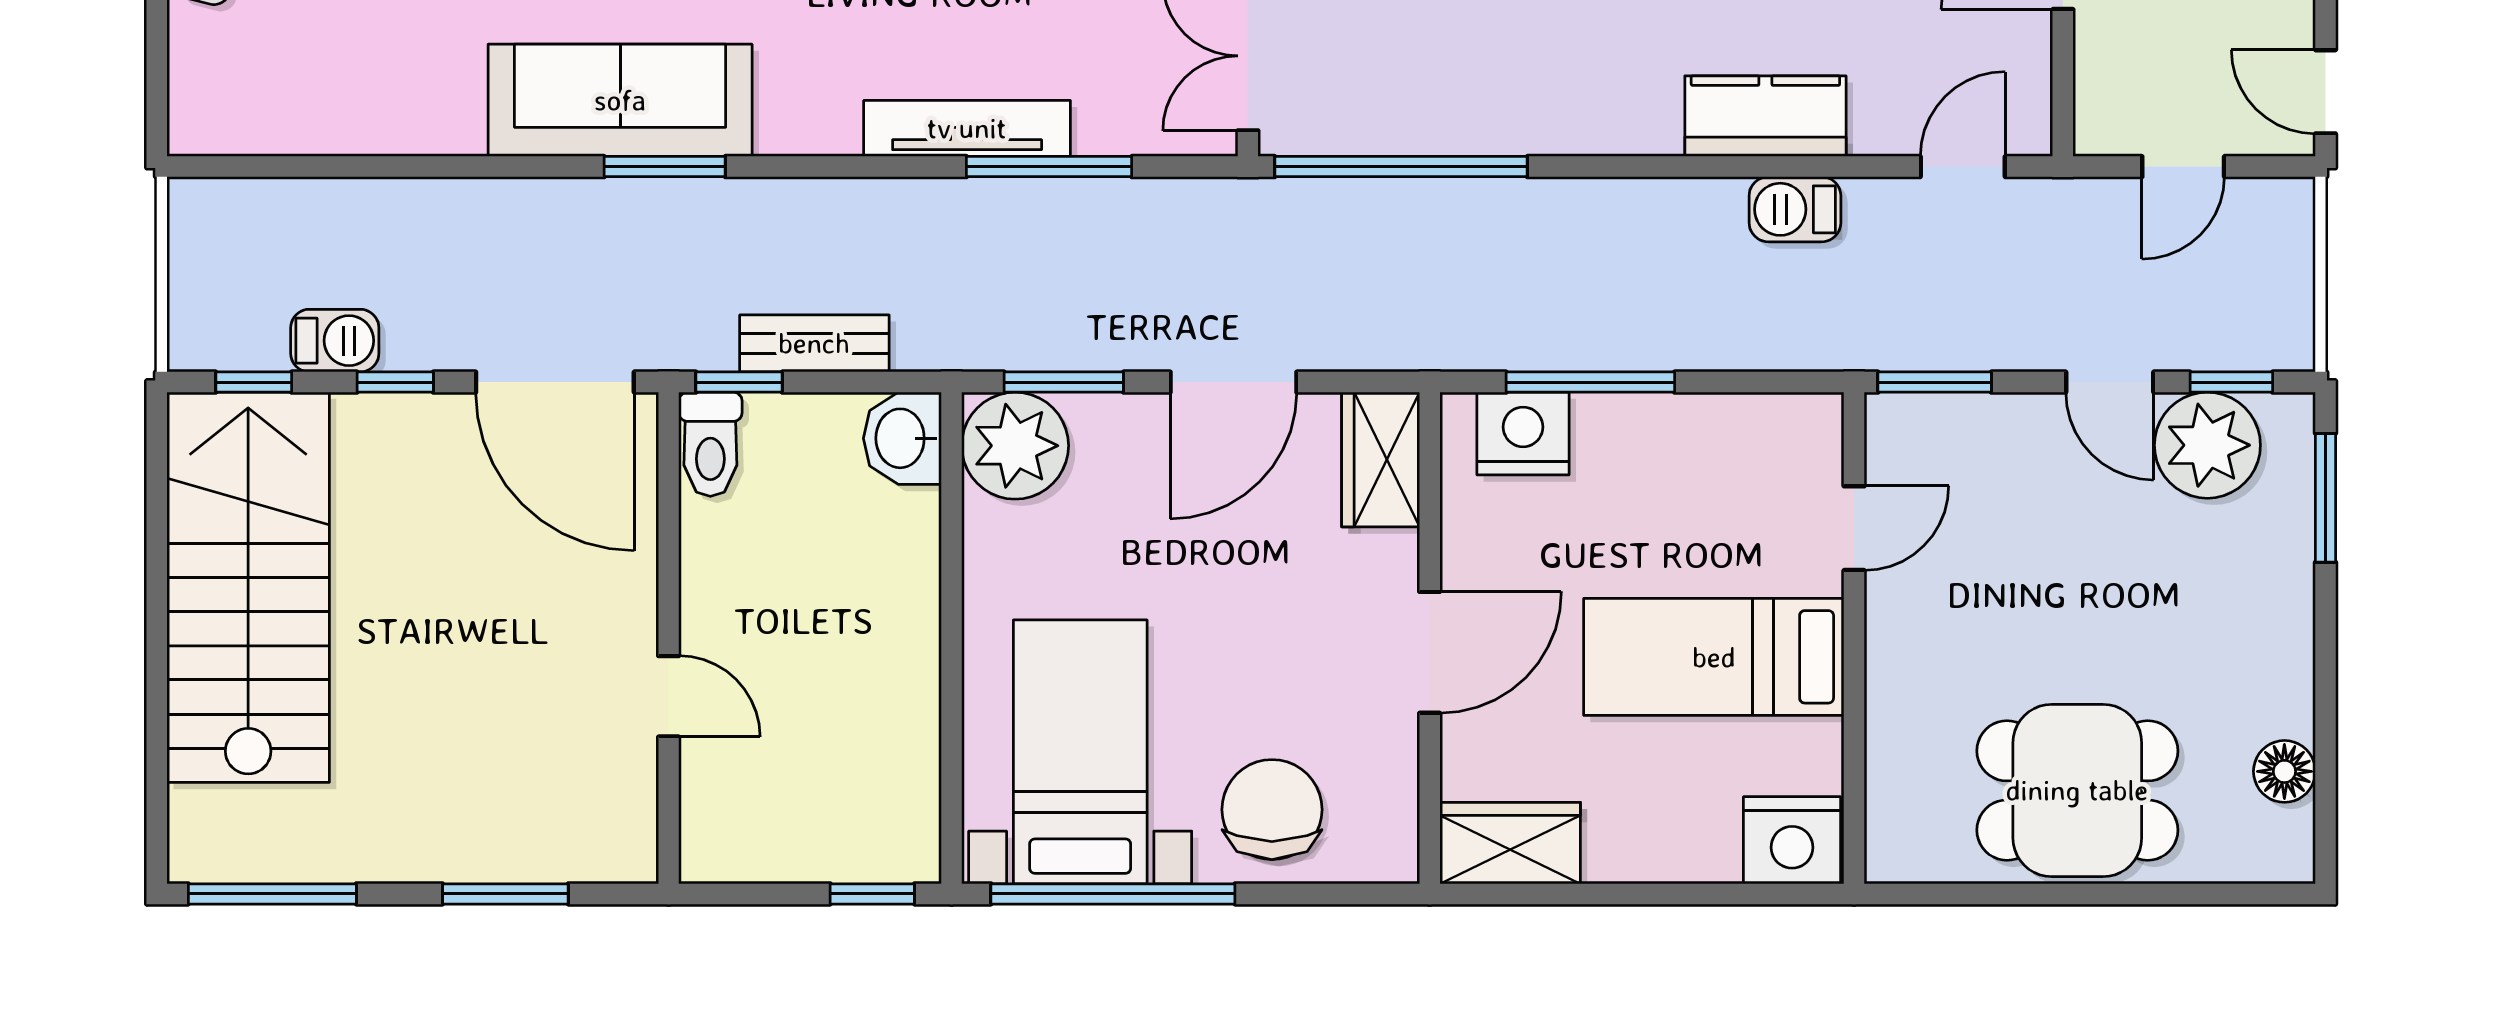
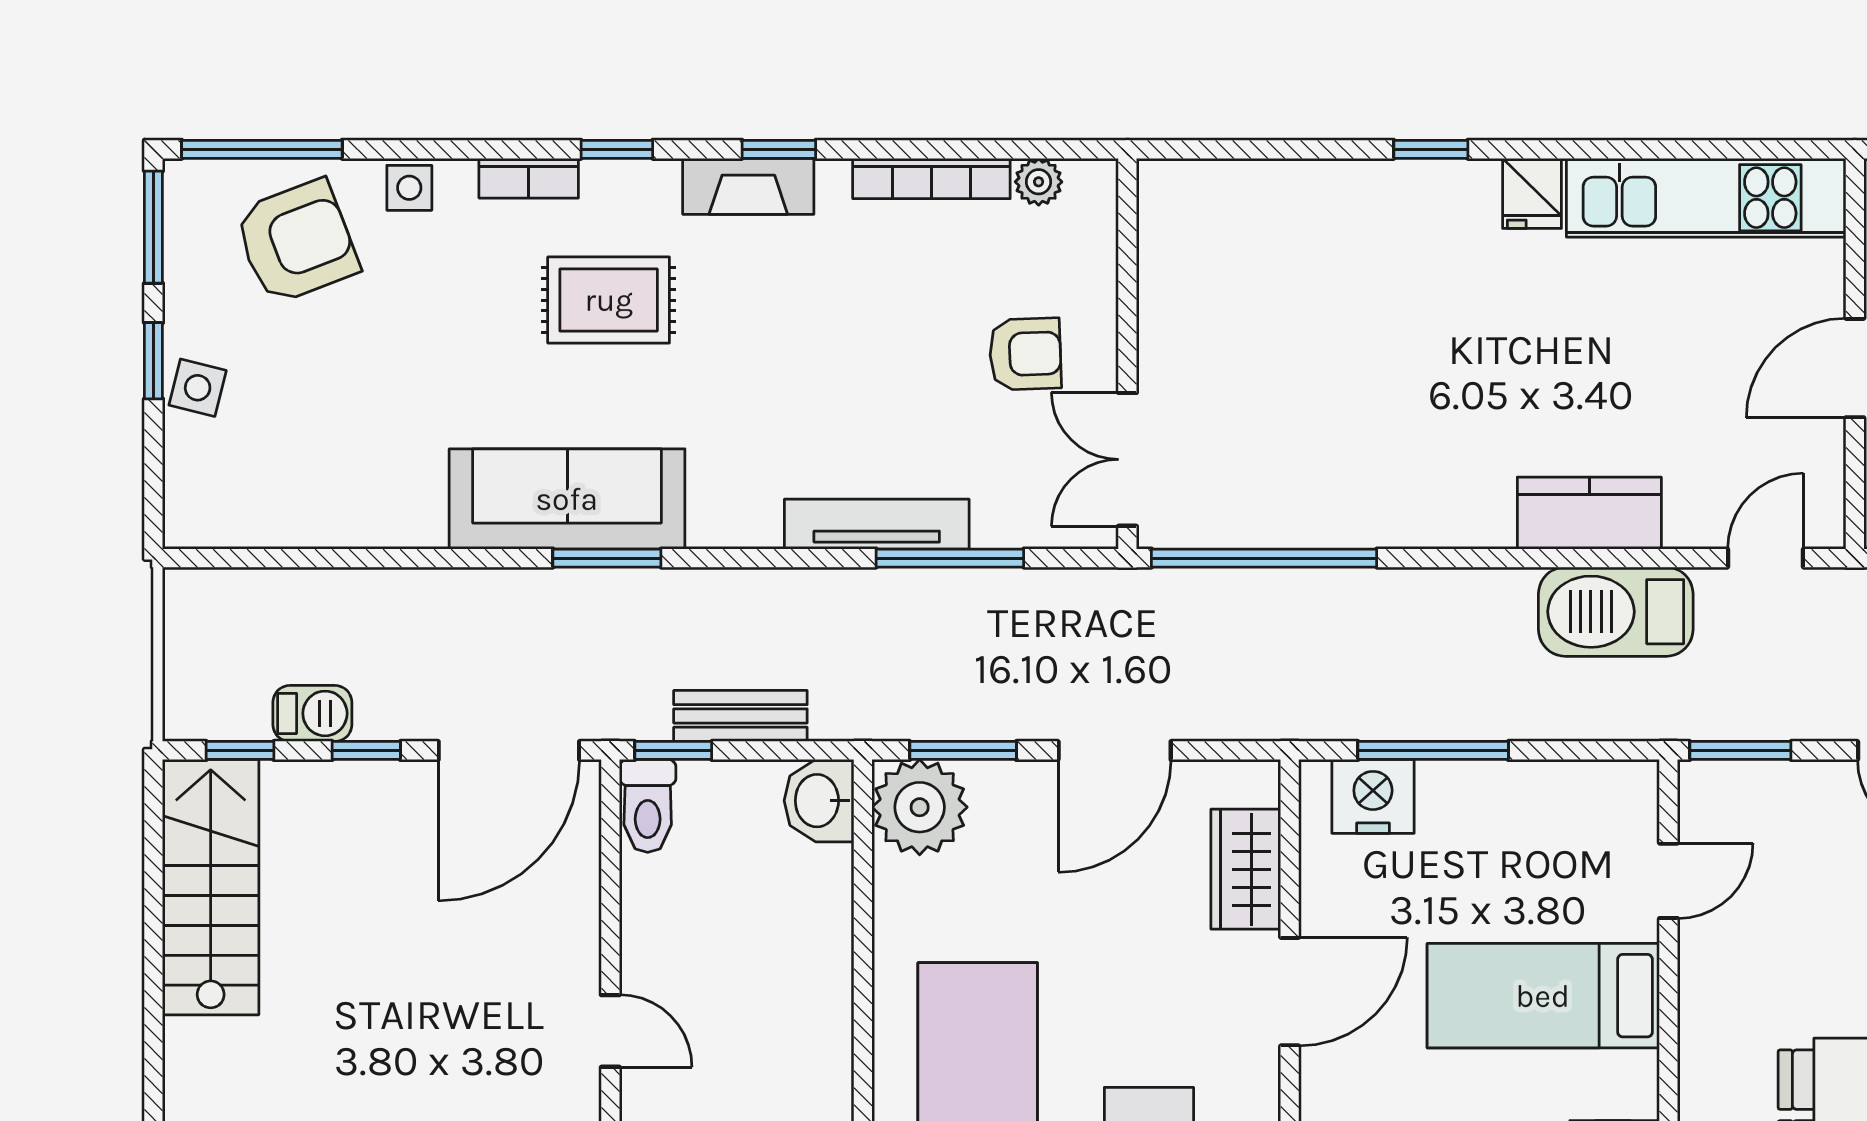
barbecue: (1795, 209) -> (1616, 612), width x1.88, depth x1.53
door: (555, 382) -> (509, 750), hinge flipped
wardrobe: (1381, 460) -> (1246, 869), moved
stairs: (248, 587) -> (211, 887), width x0.73, depth x0.66

